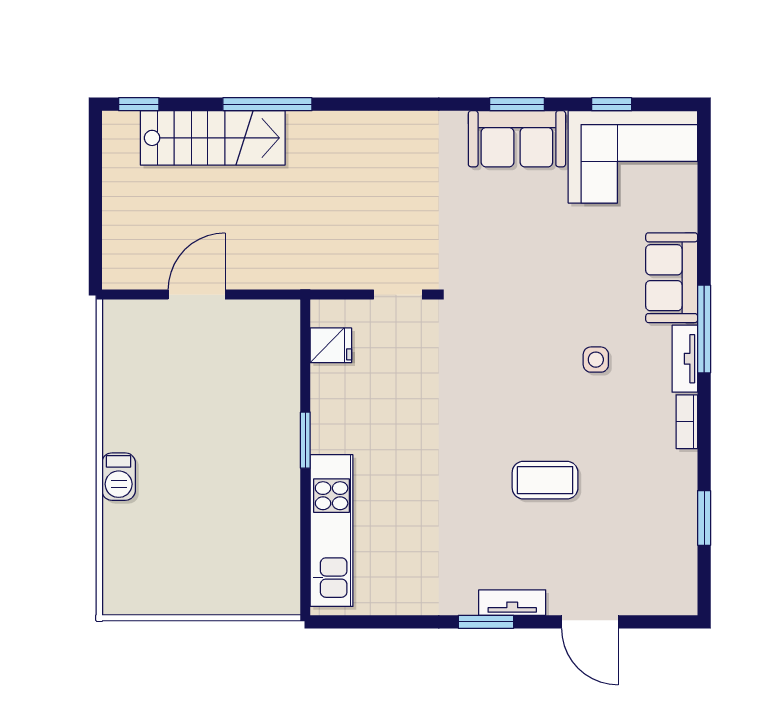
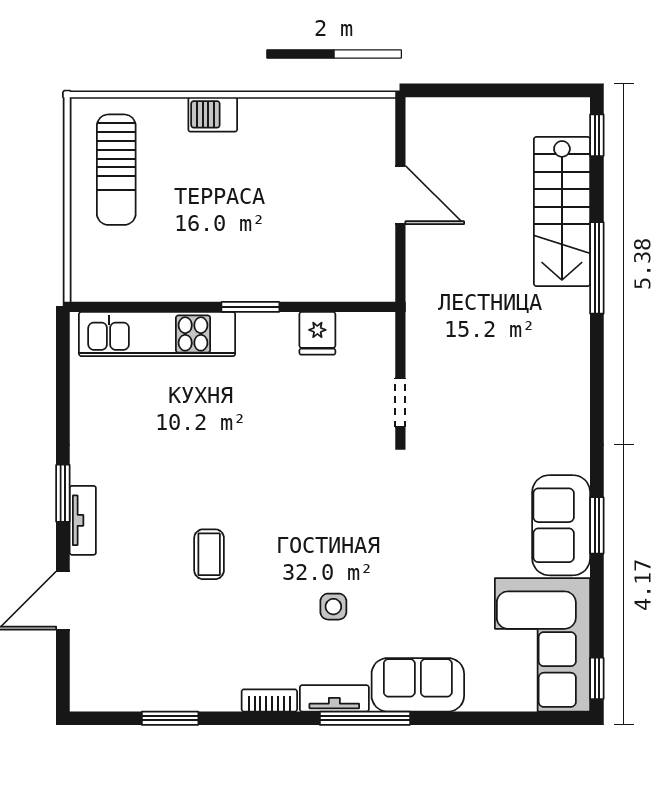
window: (612, 104) -> (597, 678), moved
fridge: (331, 345) -> (317, 333), moved
coffee table: (545, 480) -> (209, 554), width x0.73, depth x0.77
sun lounger: (172, 570) -> (116, 170), added

